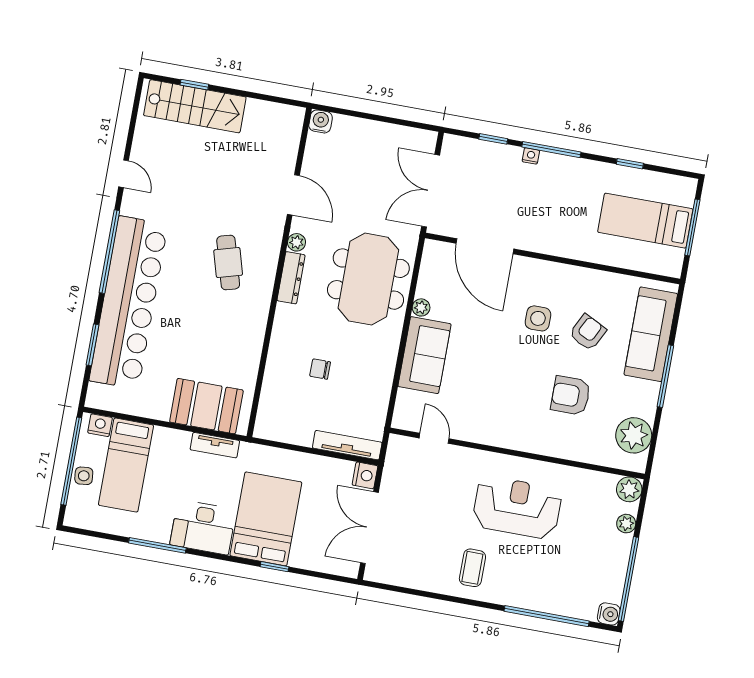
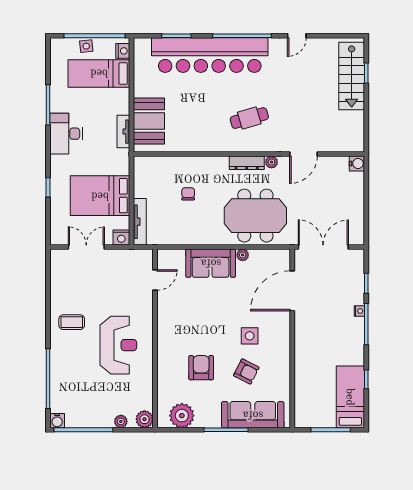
bed: (645, 221) -> (350, 397), moved
bed: (266, 519) -> (100, 196), moved, turned 180
double door: (369, 528) -> (86, 247), width x0.73

